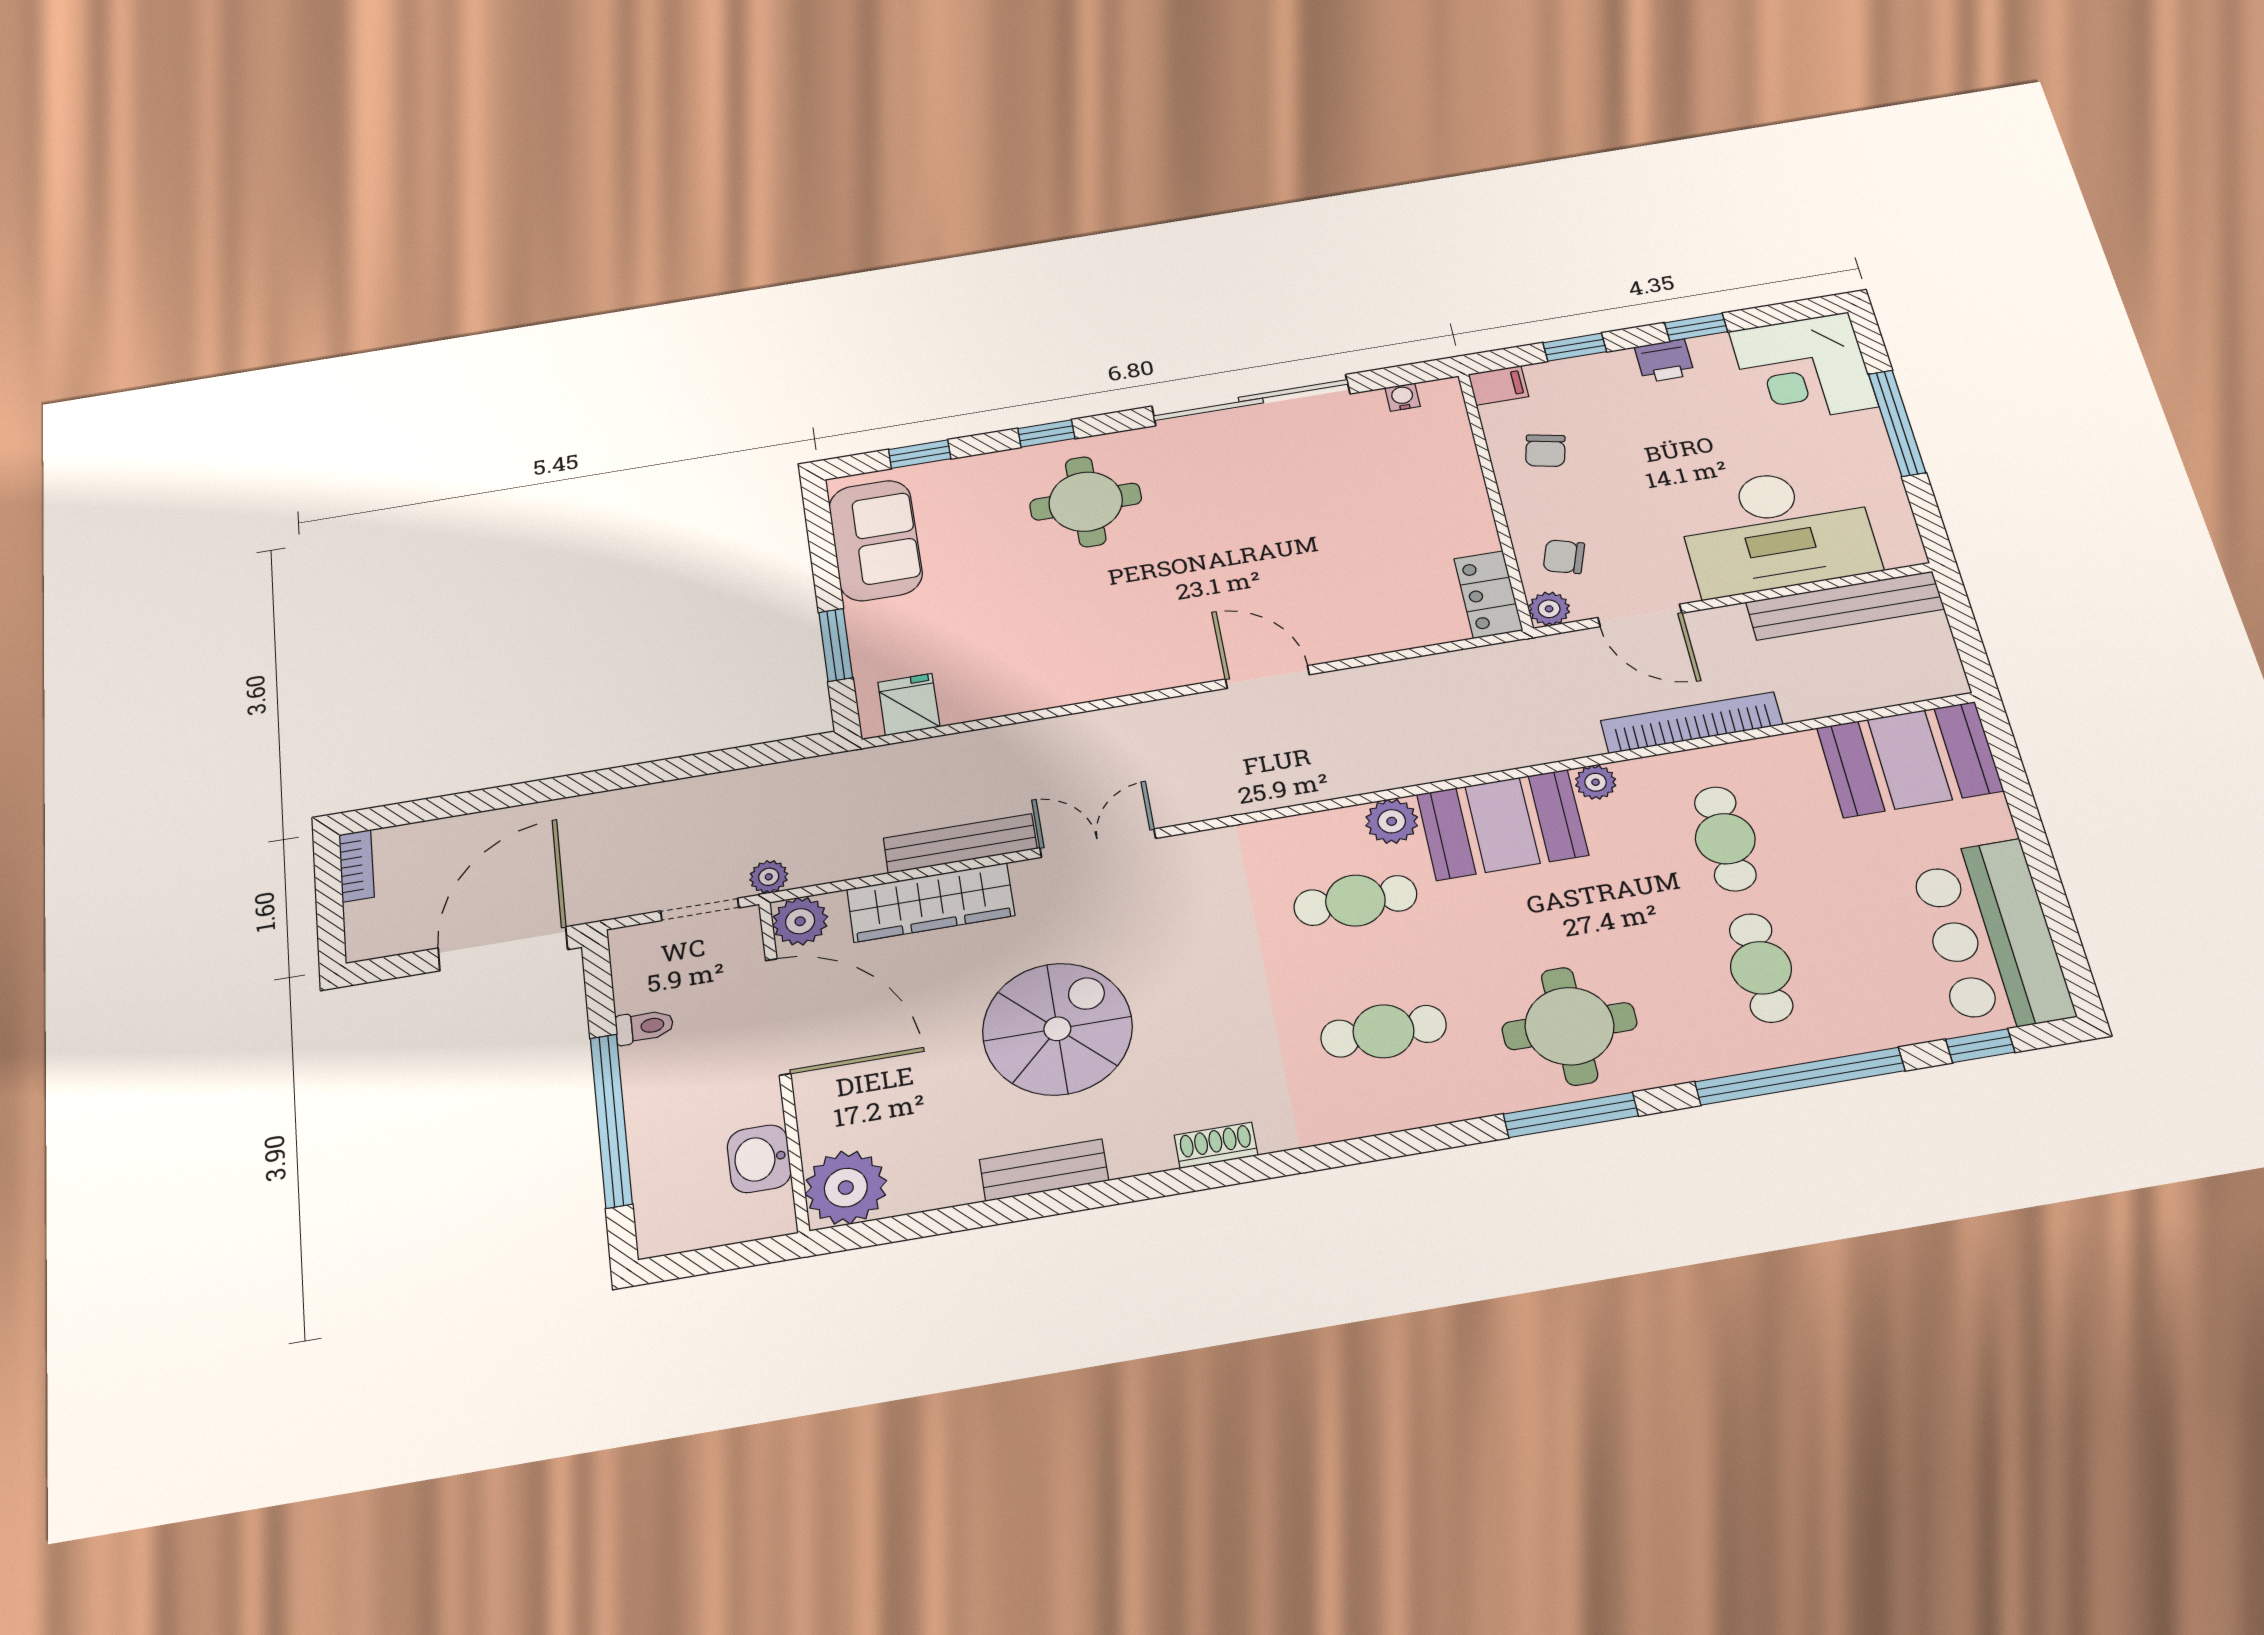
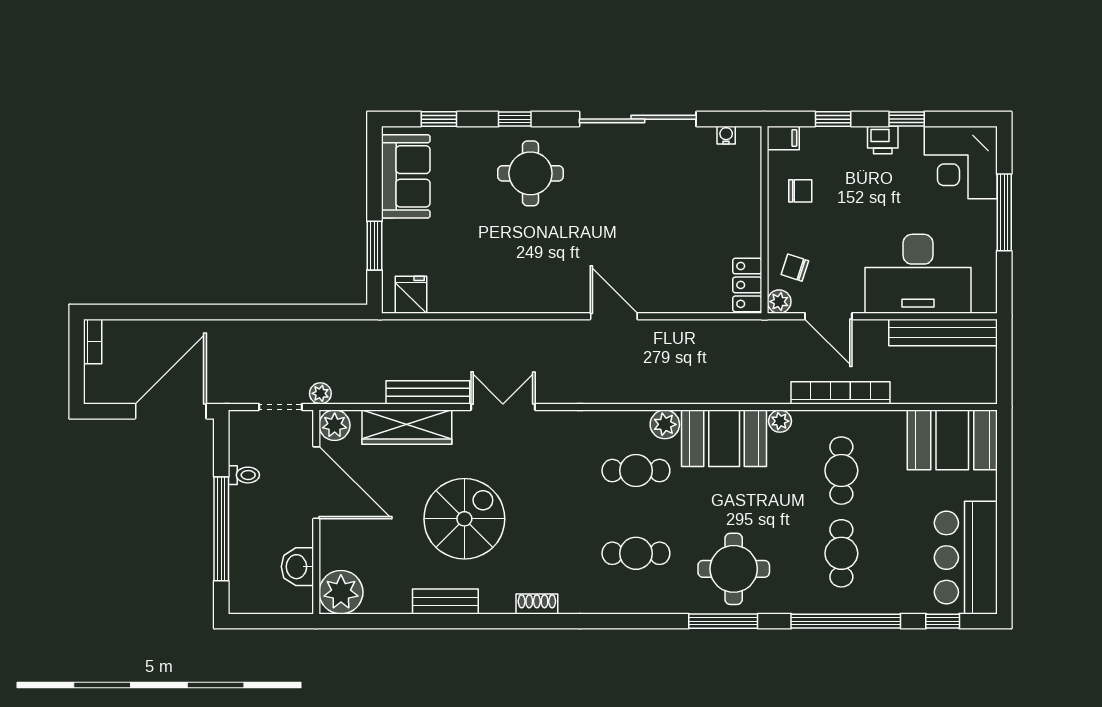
chair: (1545, 451) -> (800, 191), turned -103

